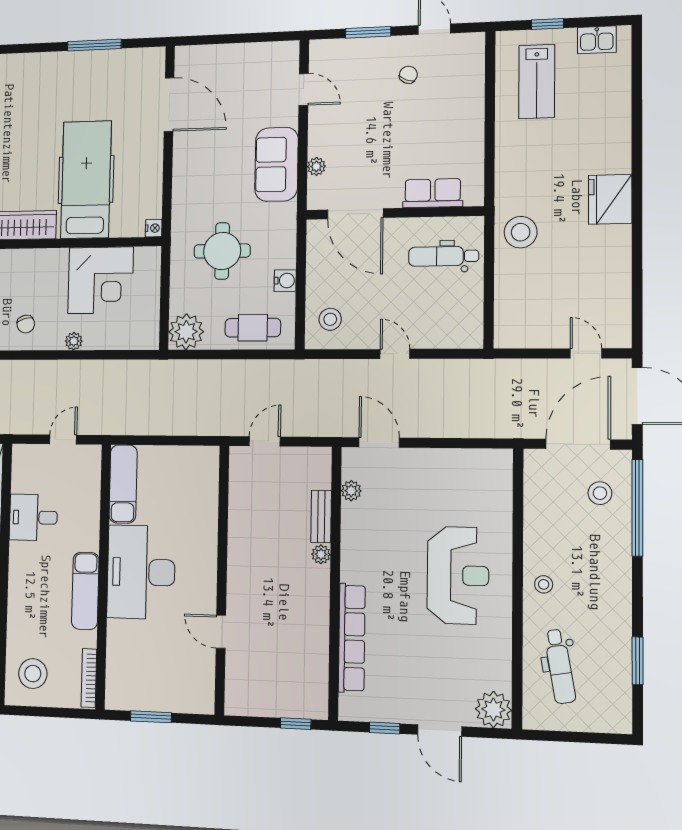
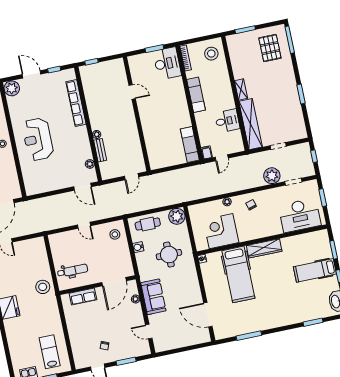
door: (355, 214) -> (114, 282), swing flipped
filing cabinet: (92, 458) -> (207, 153), added
desk: (141, 572) -> (167, 63), moved, width x0.73, depth x0.77

